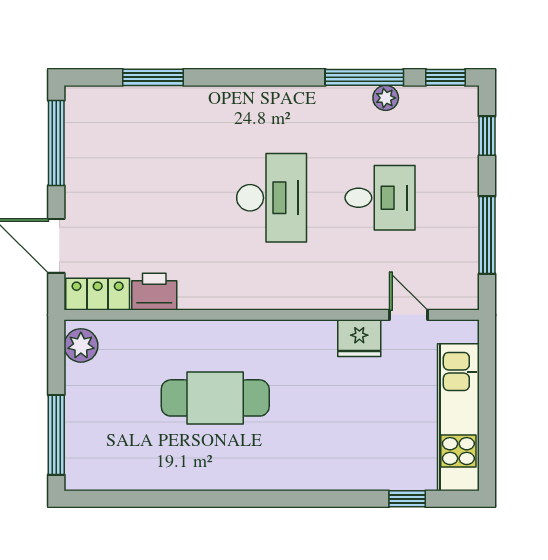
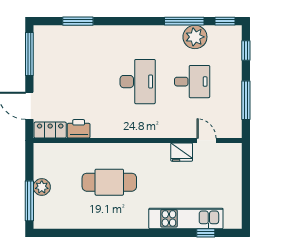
plant: (386, 98) -> (195, 37), width x1.88, depth x1.88
plant: (81, 345) -> (42, 187), moved
kitchen unit: (458, 417) -> (186, 218), moved, turned 90

